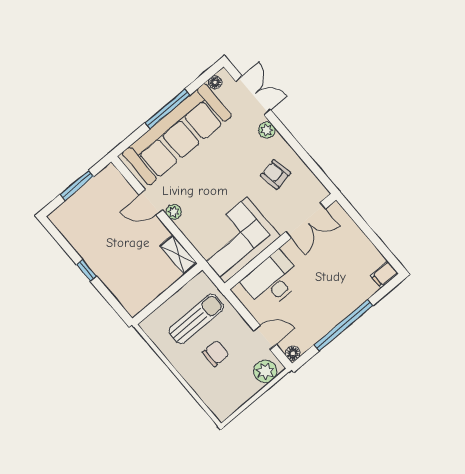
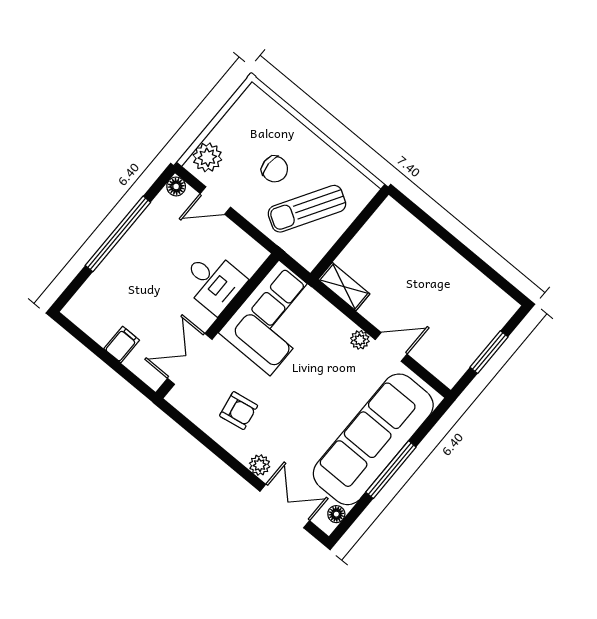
double door: (253, 95) -> (285, 506), swing flipped
window: (86, 270) -> (458, 246), removed
filing cabinet: (384, 274) -> (122, 344), moved
desk: (272, 281) -> (213, 282), width x0.73
sun lounger: (196, 319) -> (307, 209), turned 31
chair: (216, 353) -> (275, 169), turned -91

